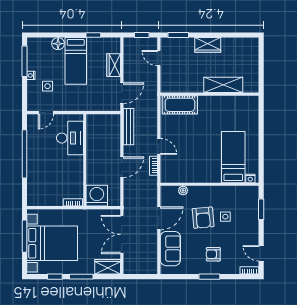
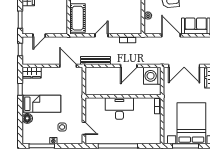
wardrobe: (114, 65) -> (32, 73), moved
desk: (70, 138) -> (119, 109), moved
door: (159, 146) -> (101, 35), moved
door: (122, 167) -> (129, 66), swing flipped
washing machine: (97, 196) -> (152, 76), moved

